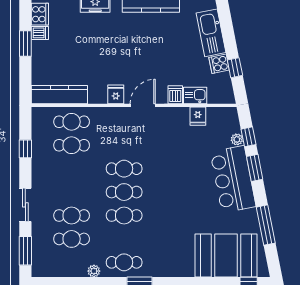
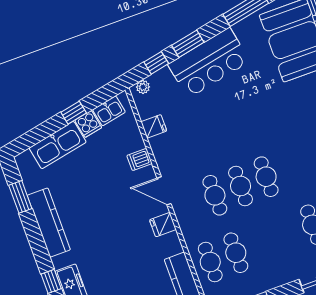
window: (235, 68) -> (74, 113), moved
kitchen sink: (195, 96) -> (109, 111), moved, turned -101
plant: (237, 139) -> (143, 87), moved
cafe table: (124, 215) -> (215, 195), moved

